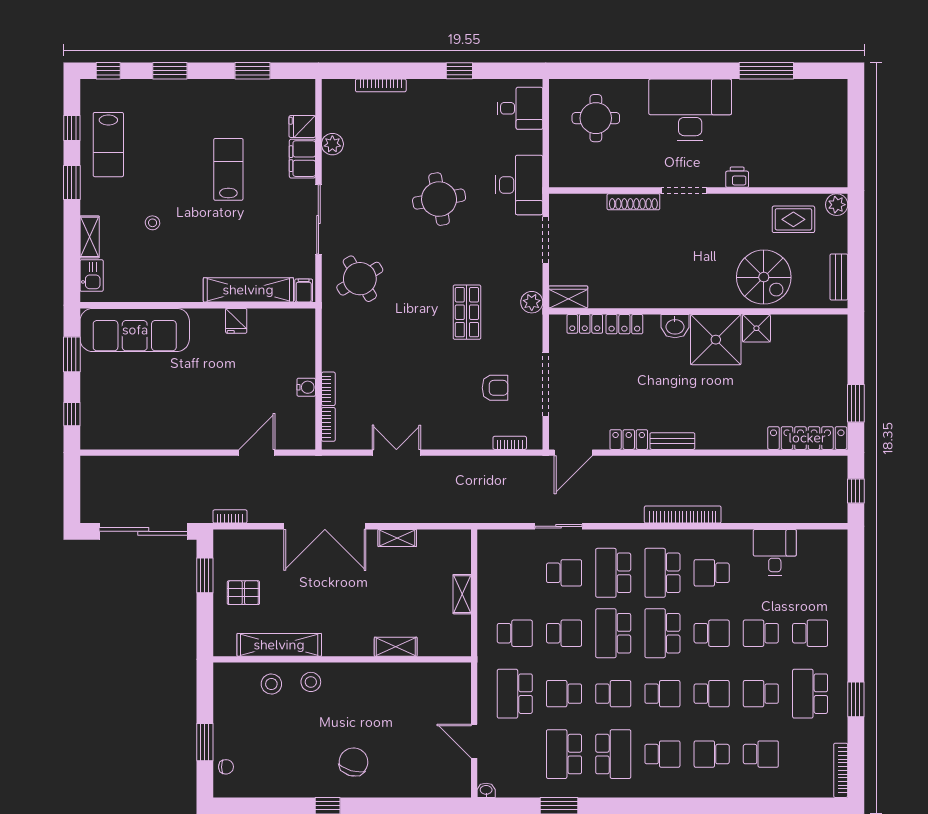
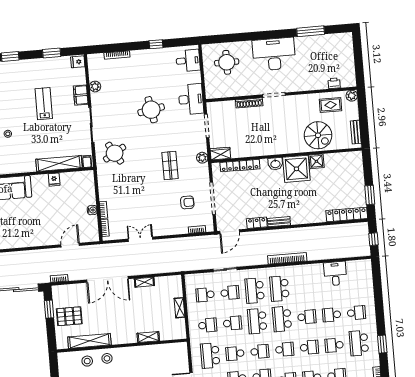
fridge: (302, 126) -> (78, 62), moved
printer: (737, 177) -> (334, 83), moved
school desk: (712, 573) -> (205, 295), moved
pallet: (243, 593) -> (69, 316), width x1.50, depth x1.42

